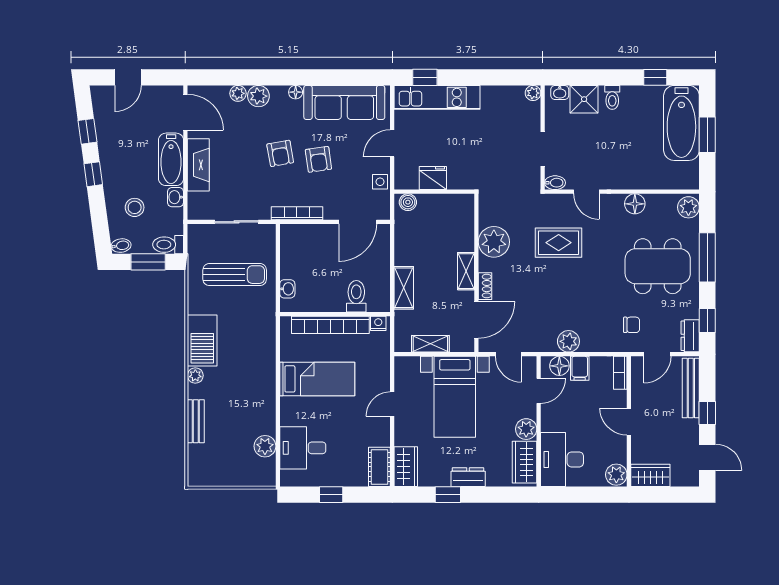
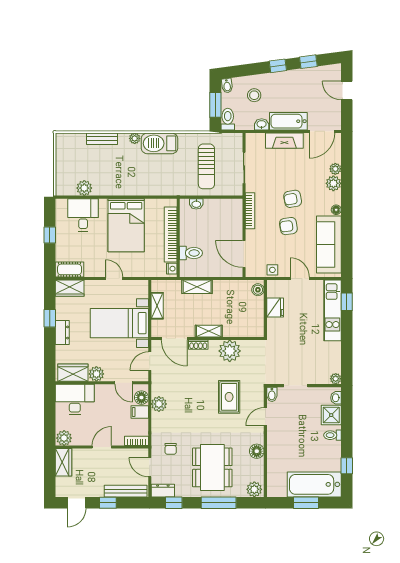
bed: (317, 379) -> (126, 225), width x1.50

